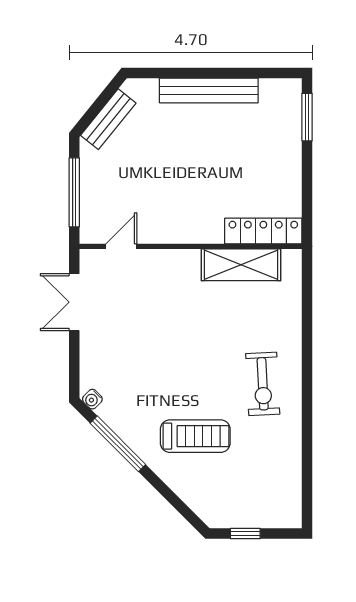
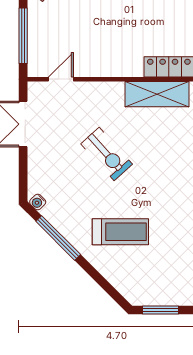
exercise bike: (263, 384) -> (107, 154), moved, turned -39
window: (245, 534) -> (161, 310), width x1.50

